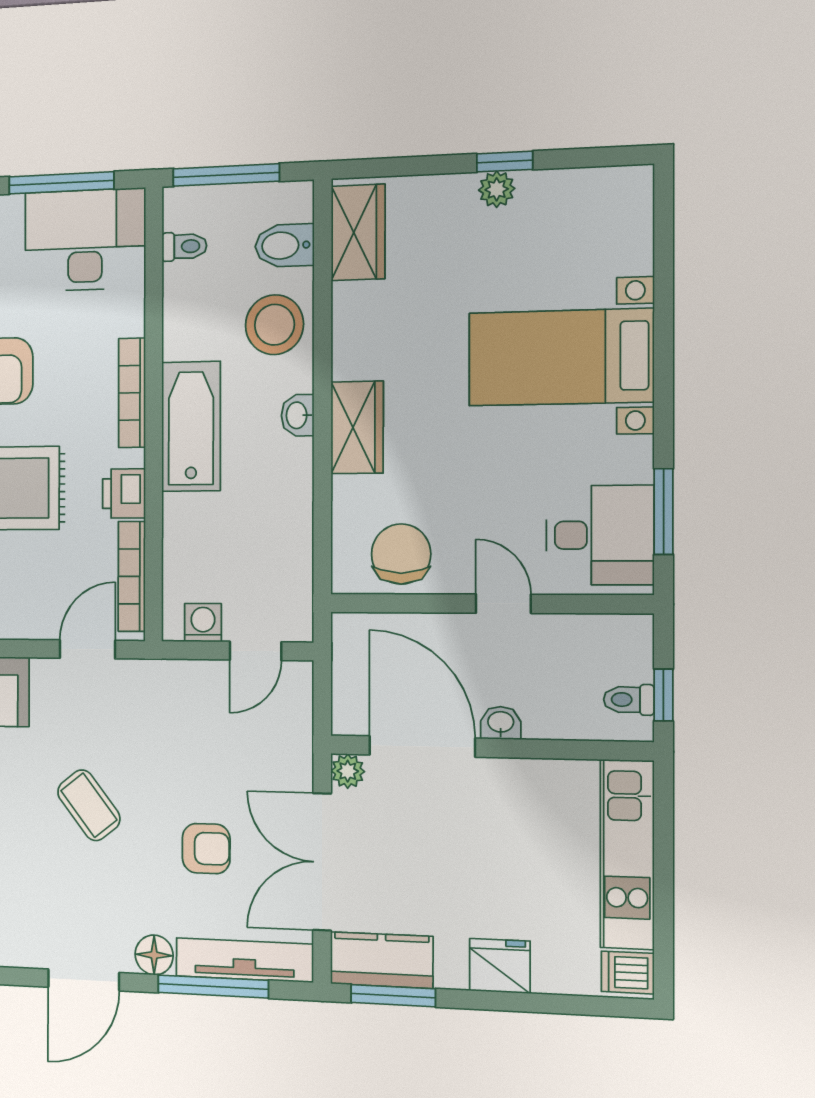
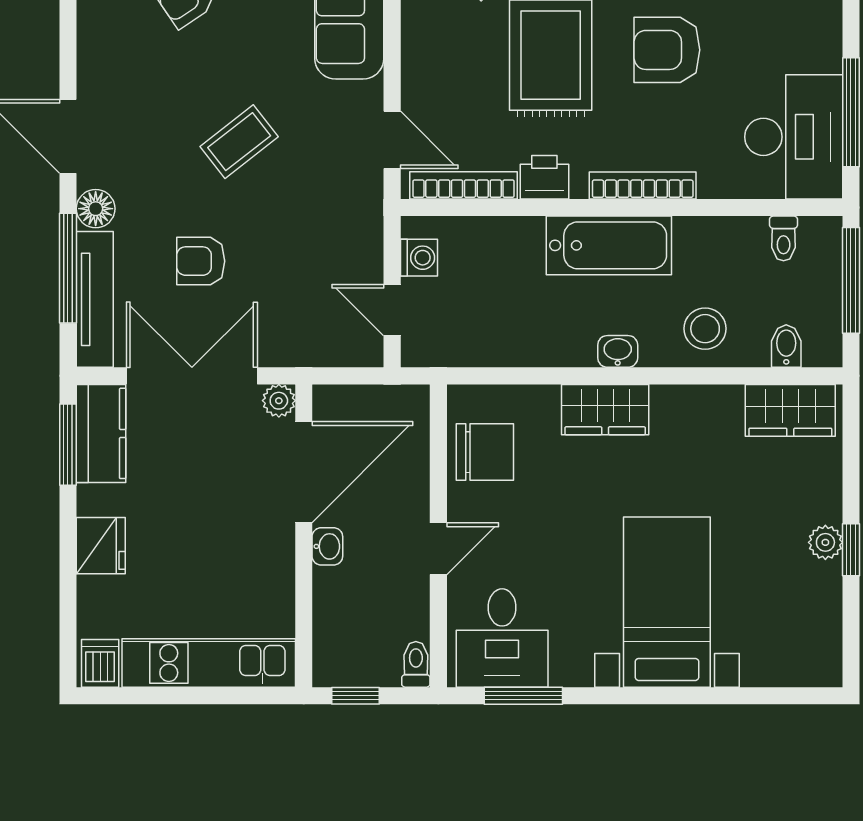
bidet: (284, 245) -> (786, 346), width x0.72, depth x0.74
stool: (274, 325) -> (705, 329), width x0.73, depth x0.73
toilet: (629, 700) -> (416, 664), moved
armchair: (206, 849) -> (201, 261), turned 90

